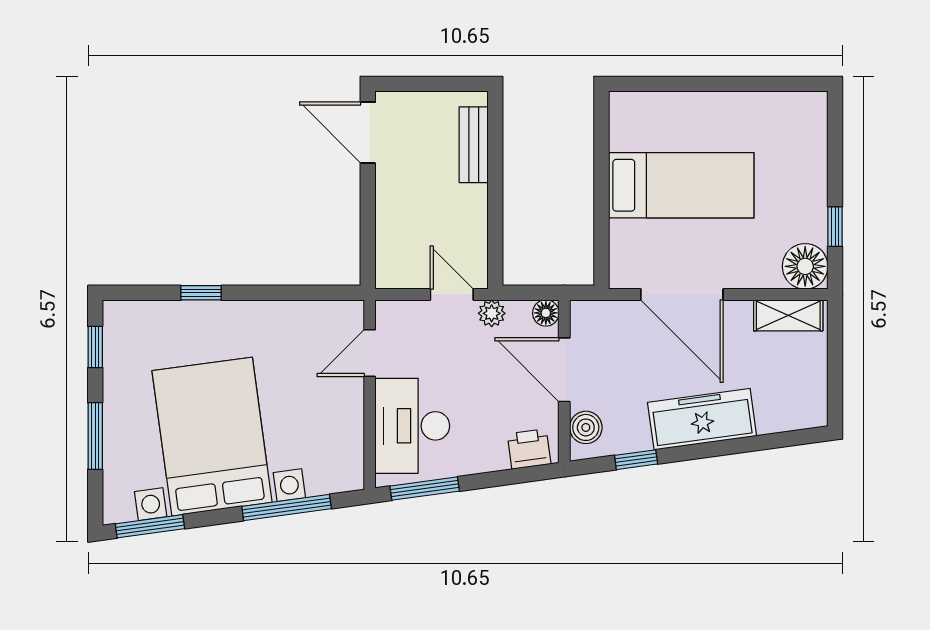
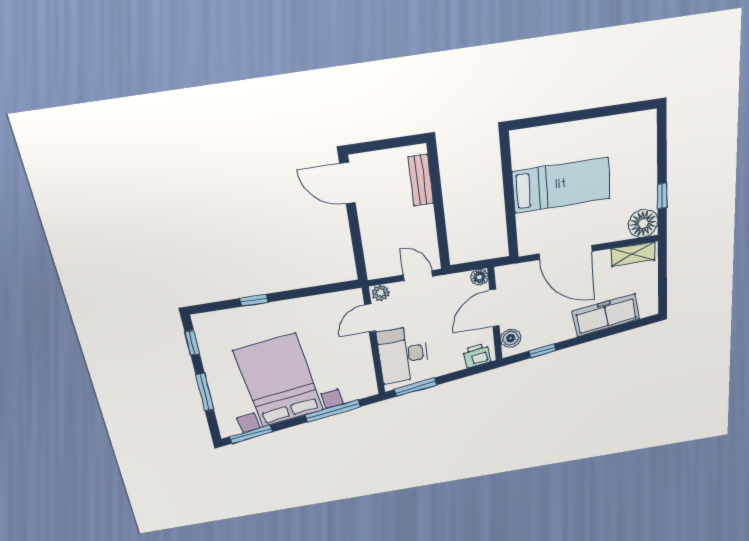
plant: (492, 313) -> (381, 293), moved
door: (564, 370) -> (494, 308), hinge flipped
freezer: (702, 419) -> (606, 315), moved

